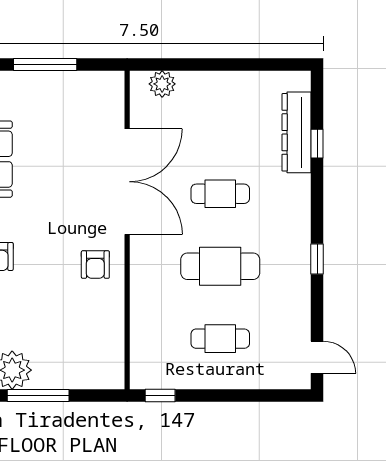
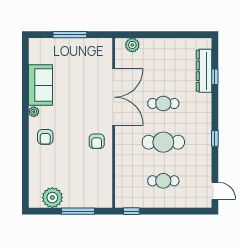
window: (38, 395) -> (78, 211), moved

